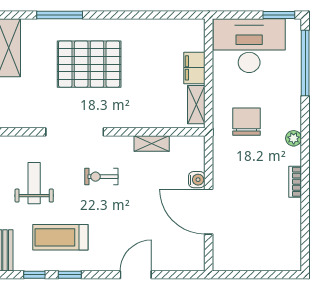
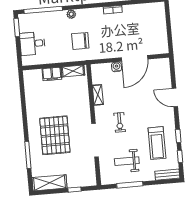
desk: (249, 46) -> (32, 44), width x0.53, depth x0.77
plant: (294, 138) -> (71, 14), moved

